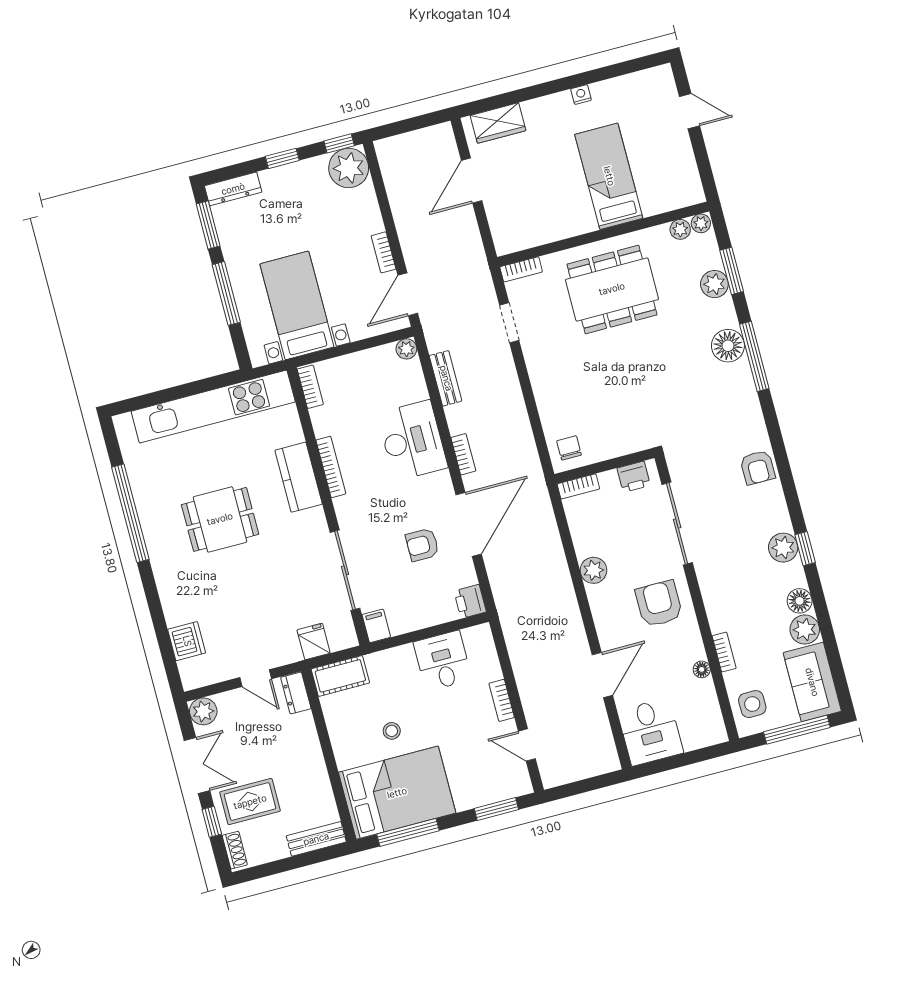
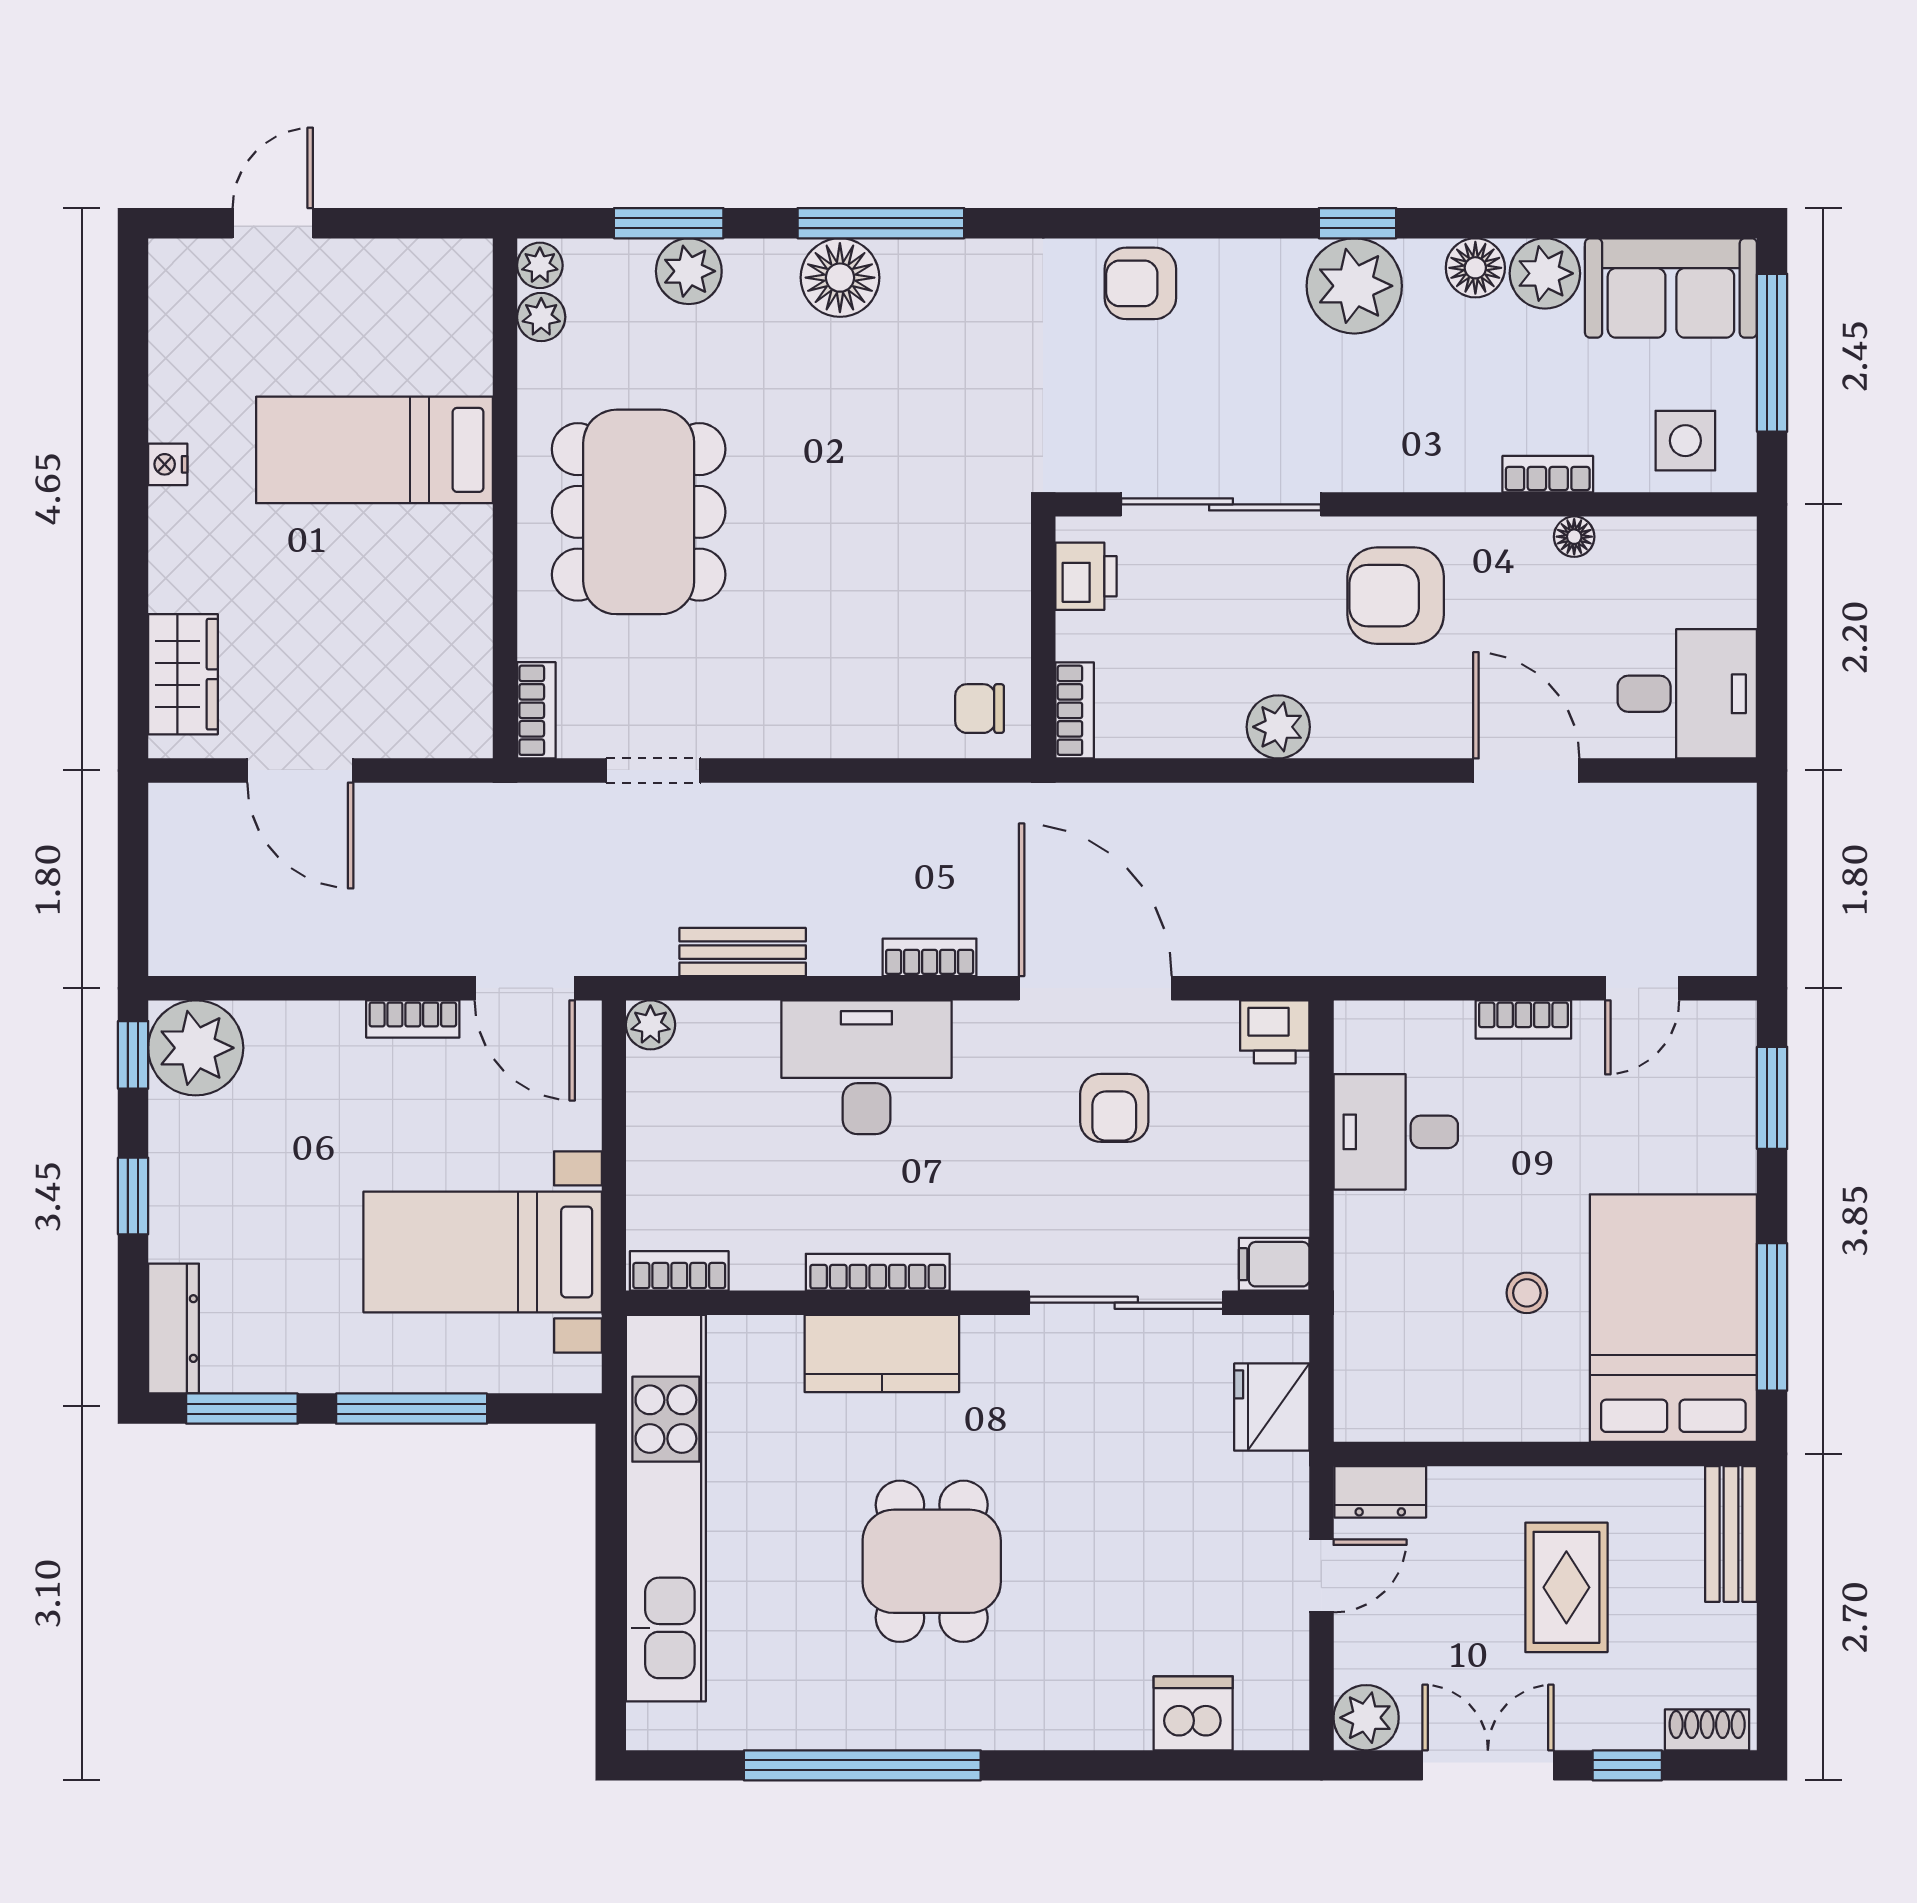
armchair: (758, 467) -> (1140, 283), turned 180
plant: (783, 548) -> (1354, 286), width x1.36, depth x1.36
fridge: (314, 641) -> (1272, 1407), width x1.38
cot: (340, 676) -> (1368, 1378), removed
rug: (250, 802) -> (1566, 1587), moved

